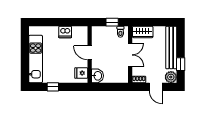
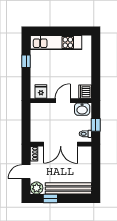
dishwasher: (65, 32) -> (85, 92), moved
wardrobe: (143, 32) -> (85, 158), removed
double door: (130, 55) -> (61, 144), width x1.37
washbasin: (97, 76) -> (82, 109), moved

